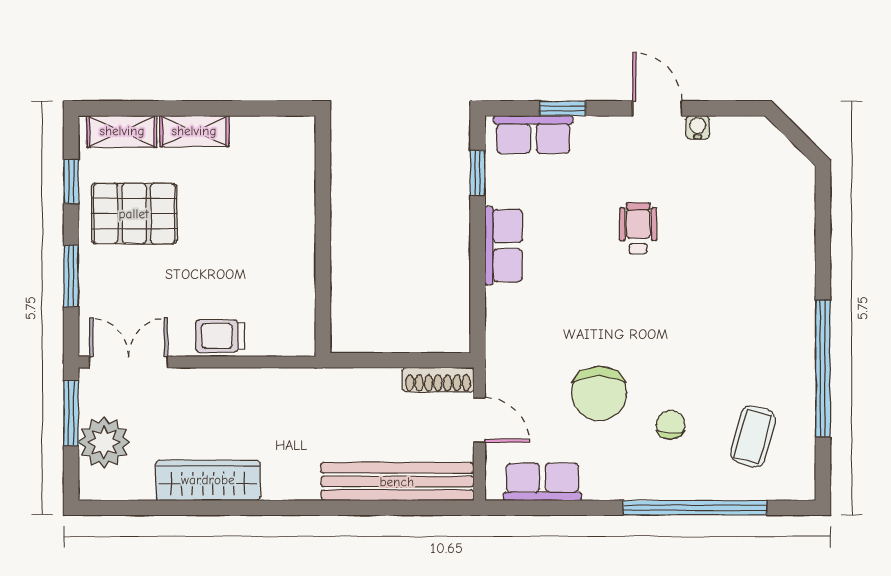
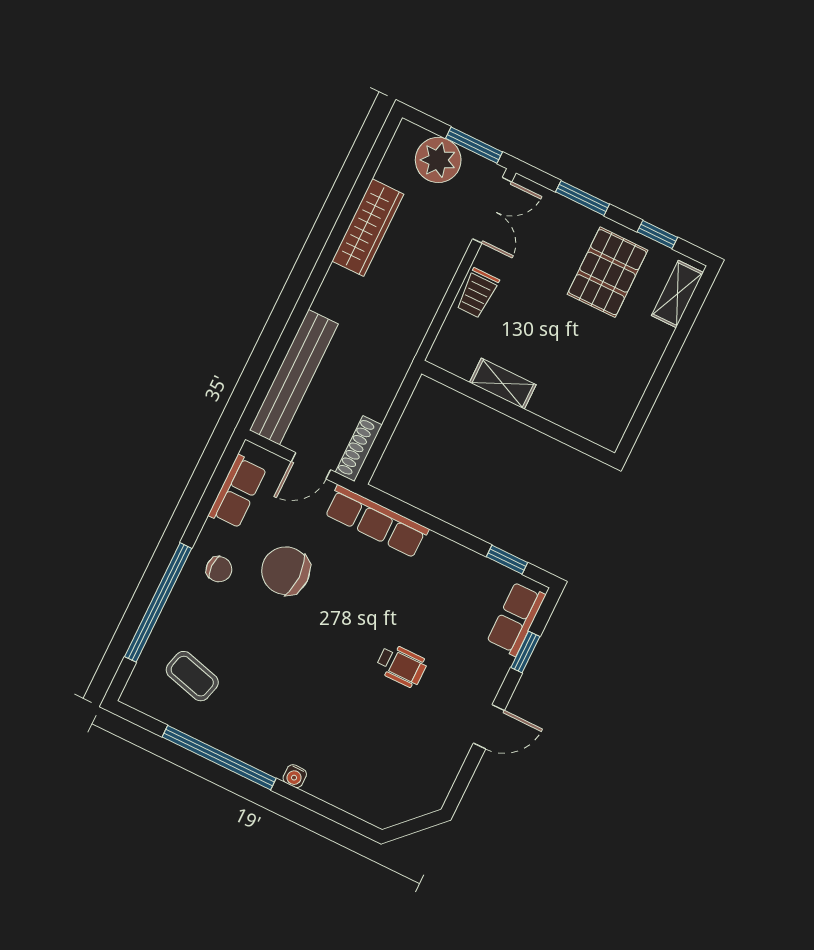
water cooler: (698, 127) -> (295, 776), moved, turned 90
shelving: (194, 131) -> (503, 384), moved, turned 90
row of seats: (504, 246) -> (376, 521), moved, width x1.48
trolley: (220, 336) -> (477, 293), turned 180
chair: (671, 425) -> (219, 569), moved

